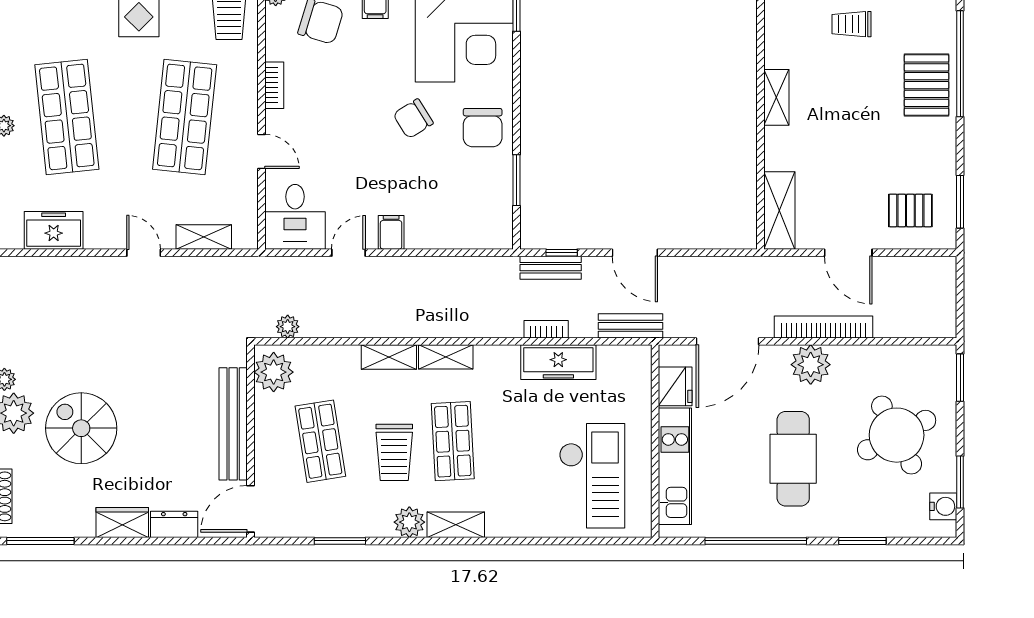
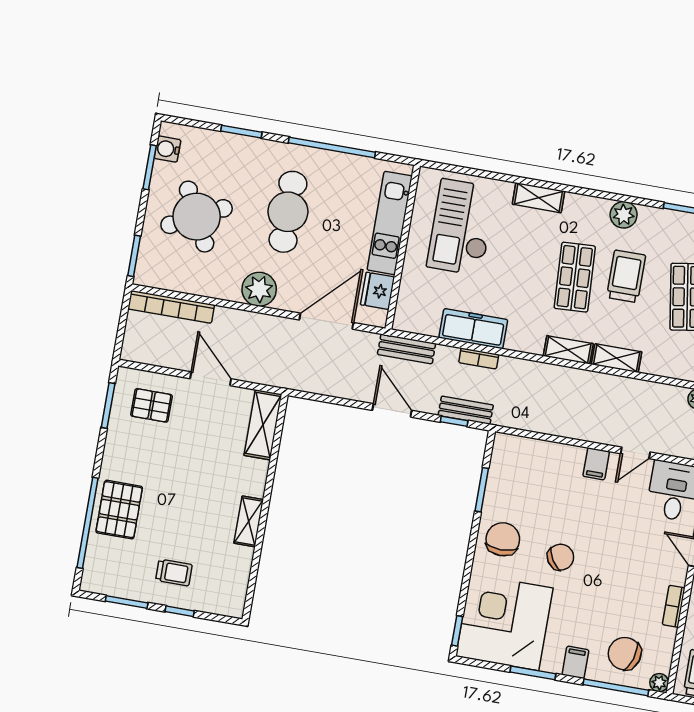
bookcase: (823, 327) -> (171, 307), moved
shelving: (456, 525) -> (539, 198), moved

